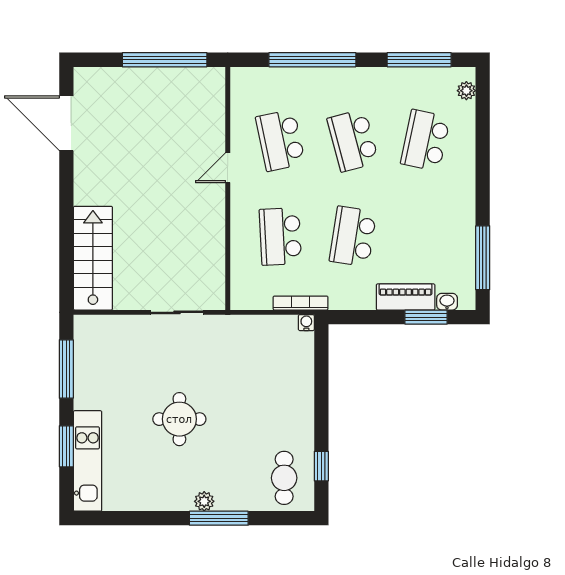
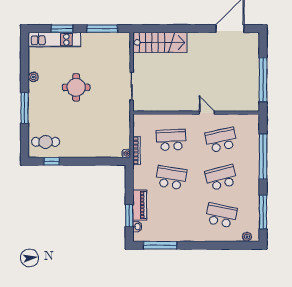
plant: (204, 501) -> (33, 77), moved

